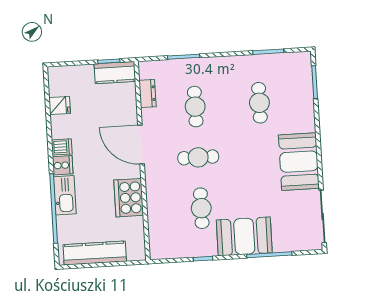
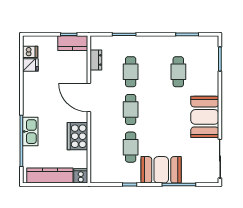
dishwasher: (62, 147) -> (30, 52), moved
cafe table: (198, 157) -> (131, 109), turned 90
cooker: (63, 165) -> (81, 176), moved, turned -90

